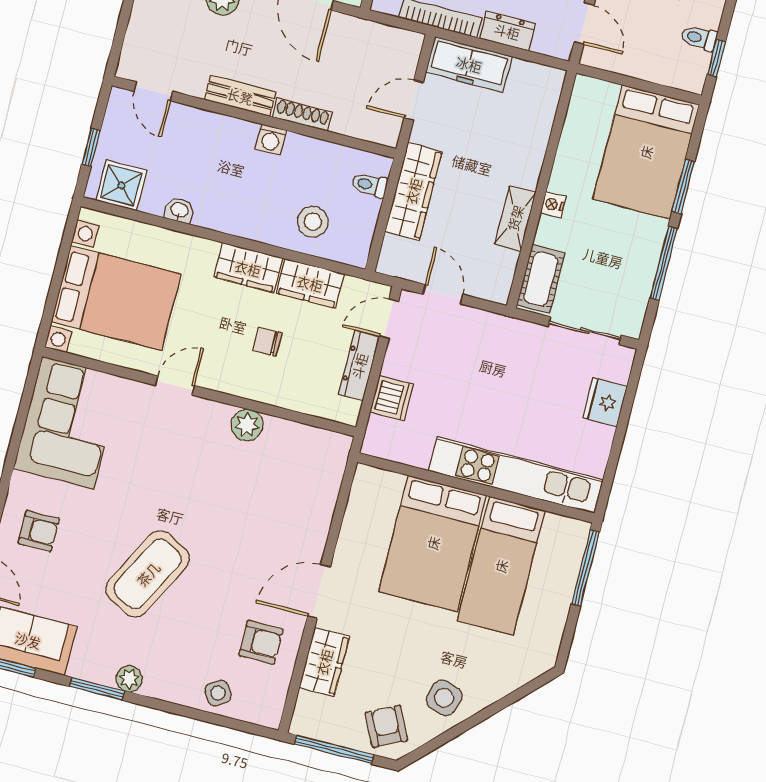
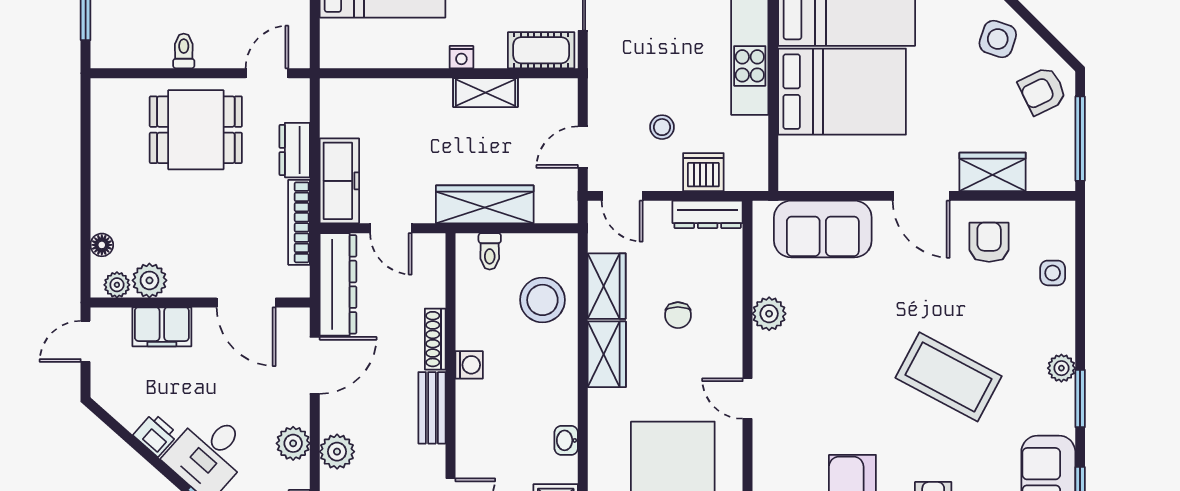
dresser: (375, 39) -> (338, 284), added
stool: (313, 222) -> (542, 300), width x1.38, depth x1.38
dresser: (359, 366) -> (708, 214), moved
stool: (442, 371) -> (662, 127), added
sofa: (312, 494) -> (823, 229), added
side table: (218, 693) -> (1053, 273), turned 31

